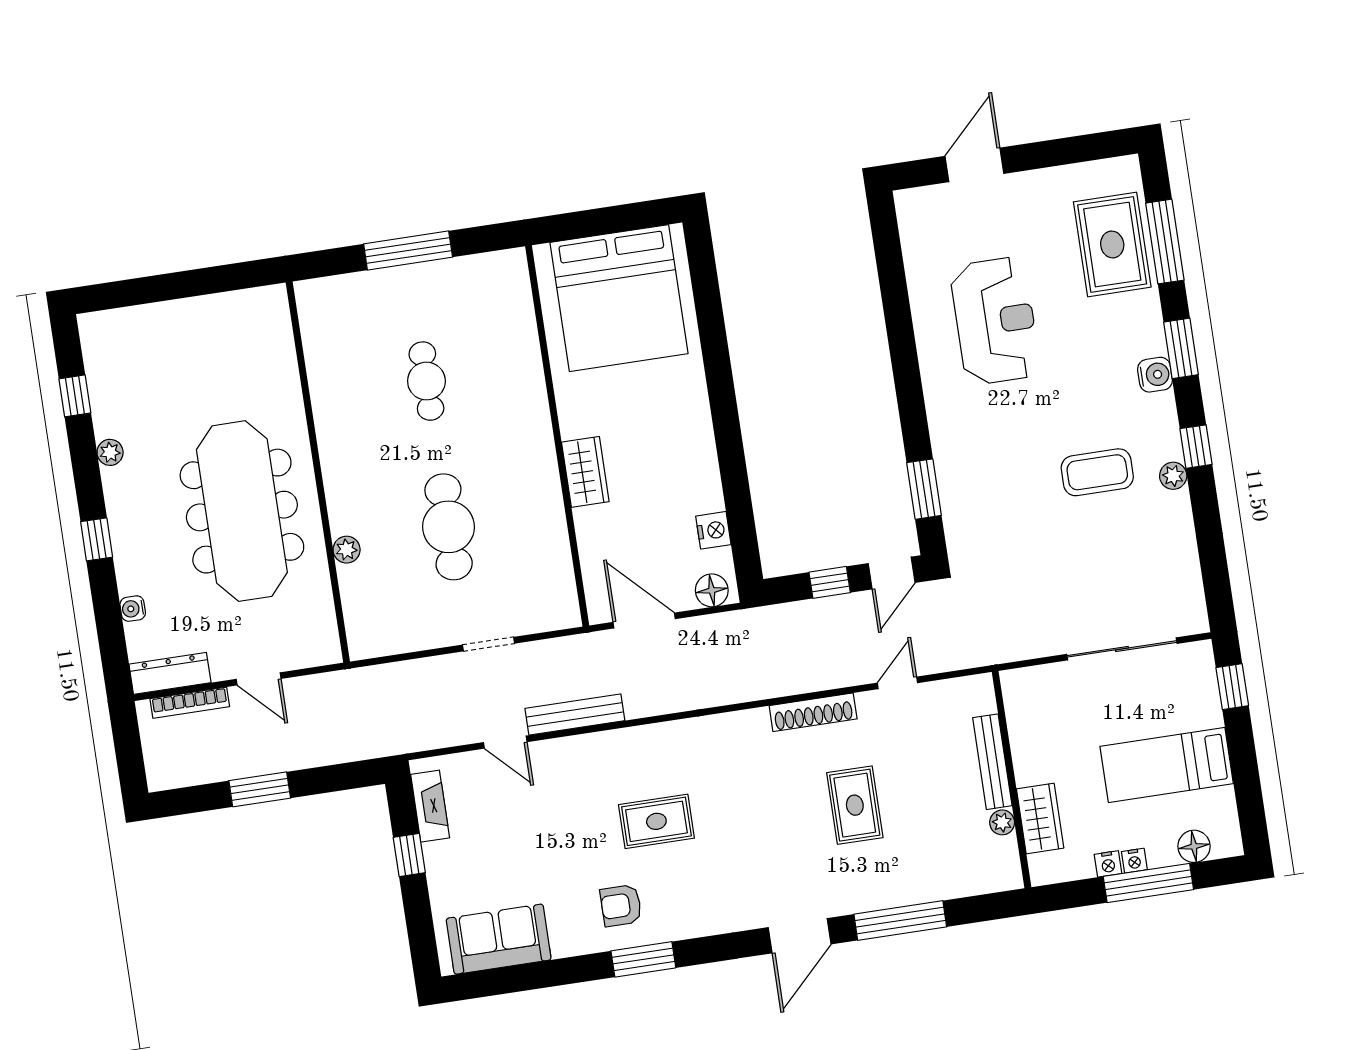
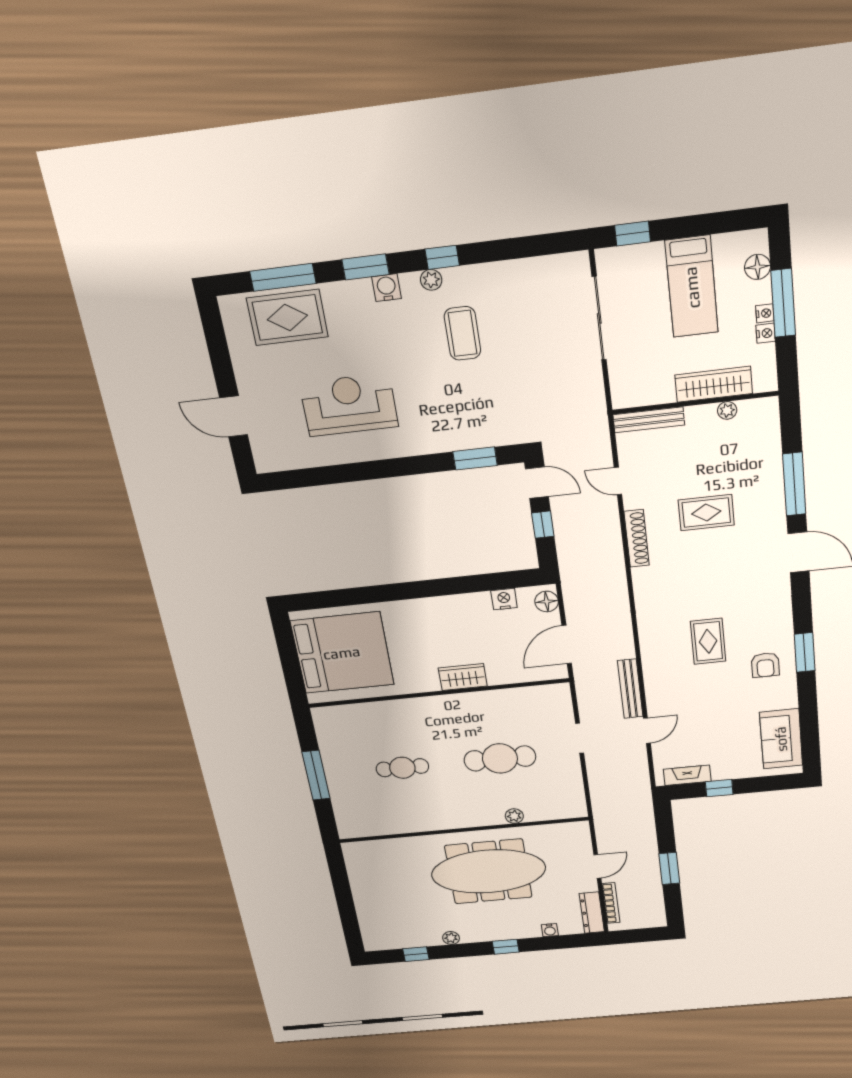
plant: (1173, 476) -> (431, 280), moved
bench: (992, 762) -> (649, 420), moved
wardrobe: (1040, 818) -> (714, 384), width x1.50

